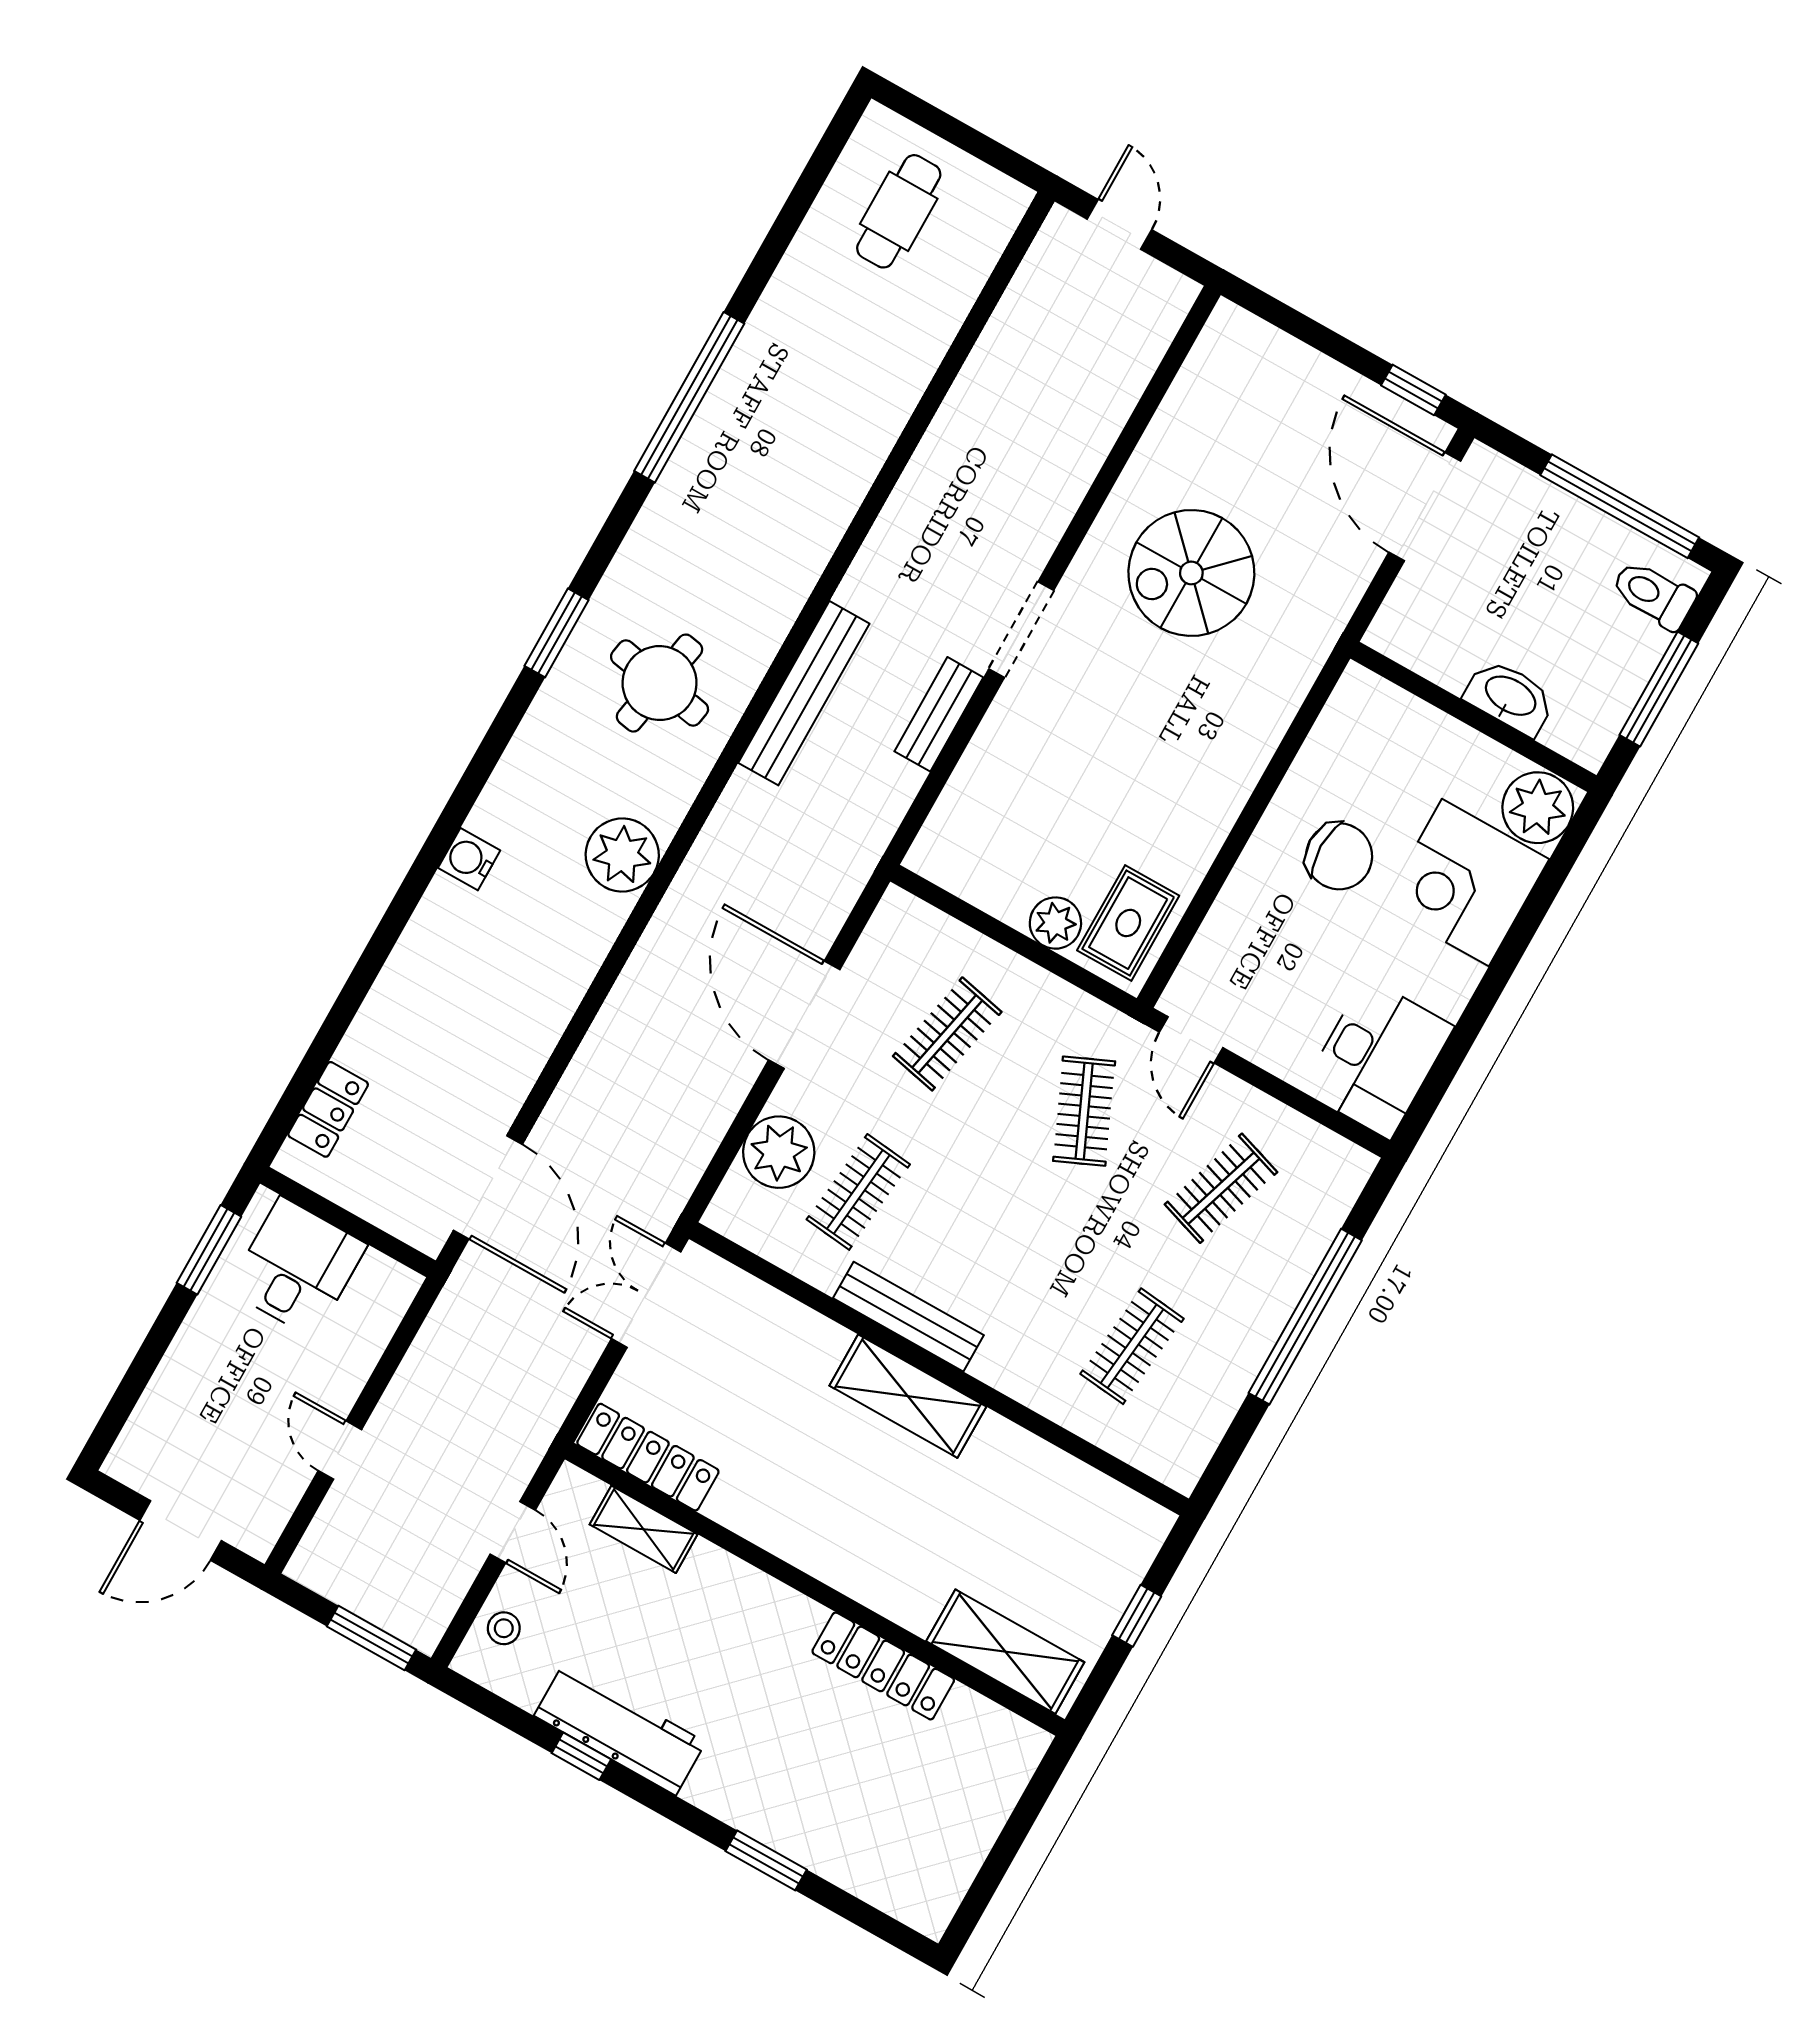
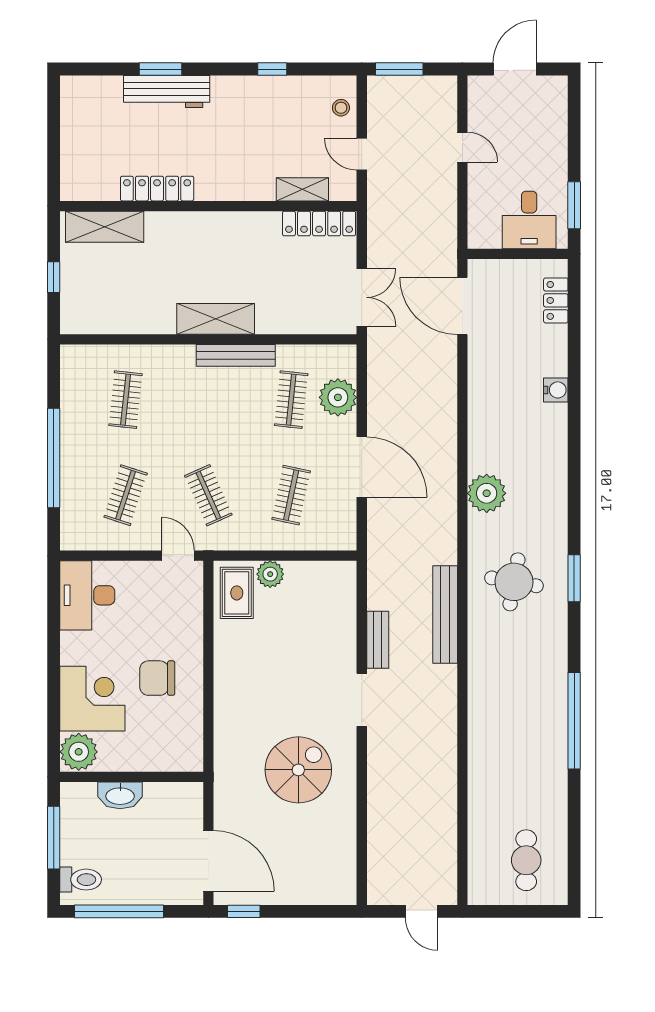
water cooler: (469, 859) -> (556, 390), moved
workbench: (620, 1729) -> (167, 91), moved

